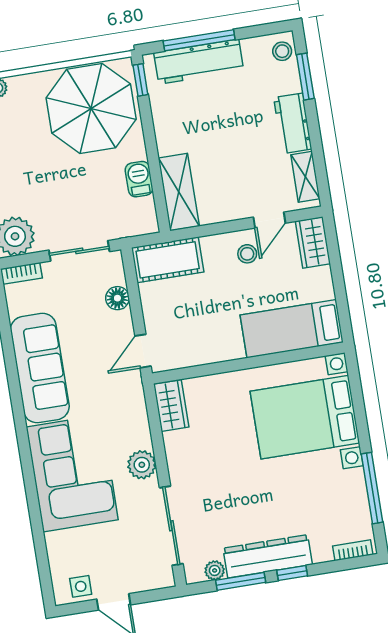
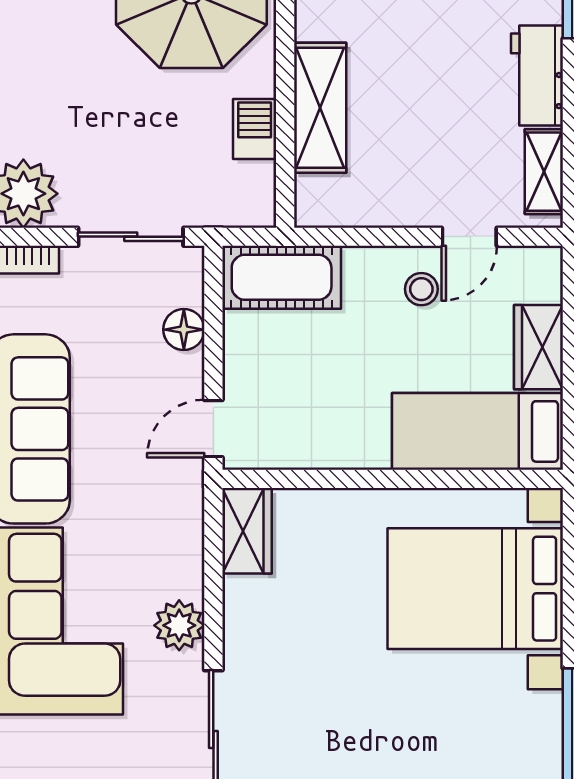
shelving: (179, 192) -> (320, 108), moved
wardrobe: (313, 243) -> (538, 347), moved

